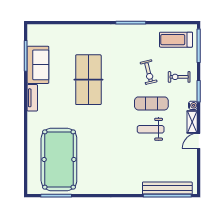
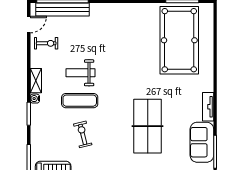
exercise bike: (179, 77) -> (46, 43), moved
weight bench: (151, 129) -> (81, 73), turned 180
door: (199, 141) -> (29, 25), moved

